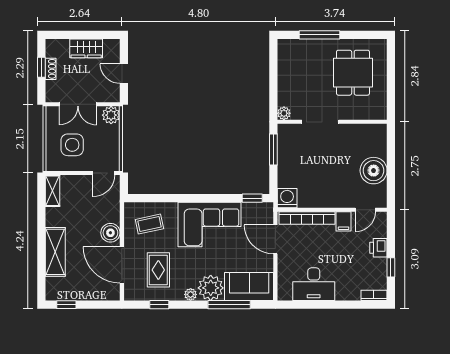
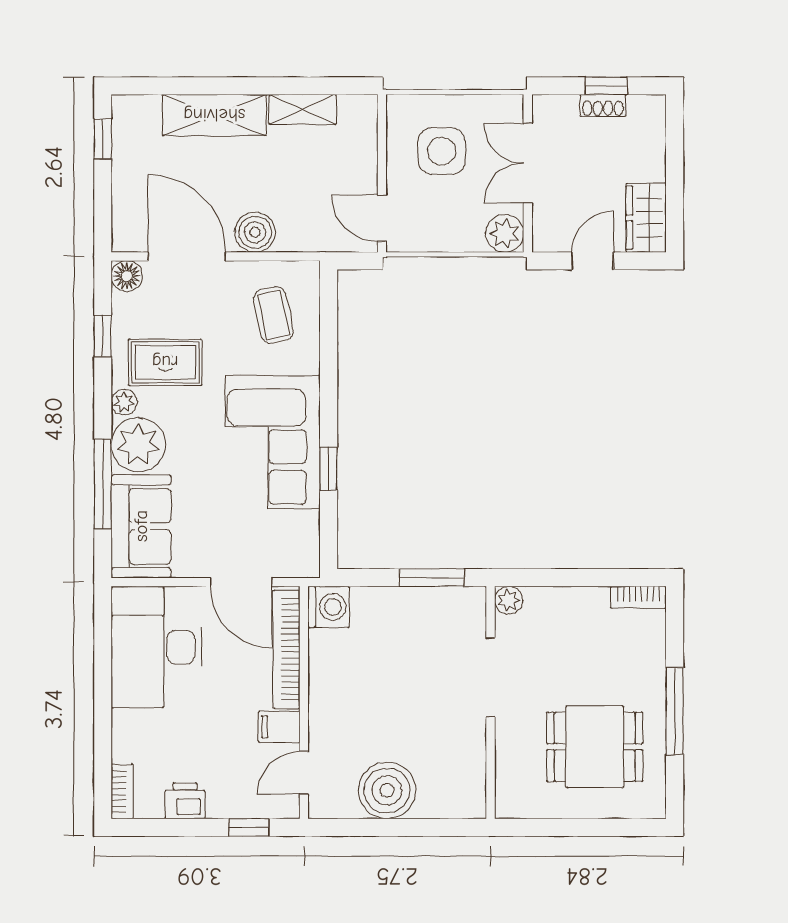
window: (319, 35) -> (675, 711), moved
wardrobe: (86, 48) -> (646, 218), moved
bookcase: (283, 52) -> (638, 597), added
shelving: (53, 191) -> (303, 109), moved
window: (252, 198) -> (329, 469), moved
door: (365, 210) -> (304, 773), hinge flipped
door: (275, 239) -> (241, 582), swing flipped
printer: (378, 248) -> (185, 801), moved
door: (122, 265) -> (187, 256), hinge flipped
window: (391, 267) -> (249, 827), moved
rug: (158, 270) -> (165, 362), moved
desk: (314, 284) -> (157, 647), width x1.36, depth x1.30
floor lamp: (131, 293) -> (127, 276), added

